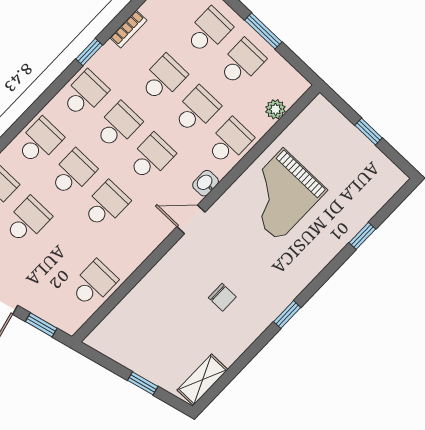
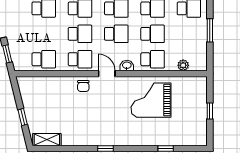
school desk: (242, 63) -> (80, 59), moved
chair: (222, 297) -> (83, 86), moved

